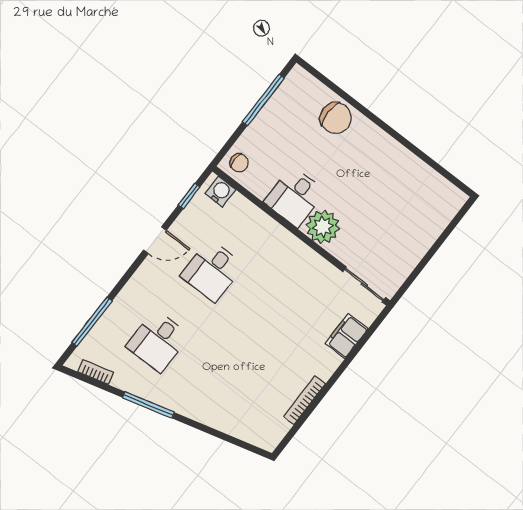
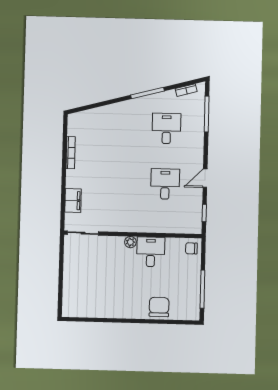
chair: (336, 118) -> (159, 307), turned 90
water cooler: (220, 192) -> (190, 227), removed
plant: (323, 227) -> (130, 242), width x0.53, depth x0.53

